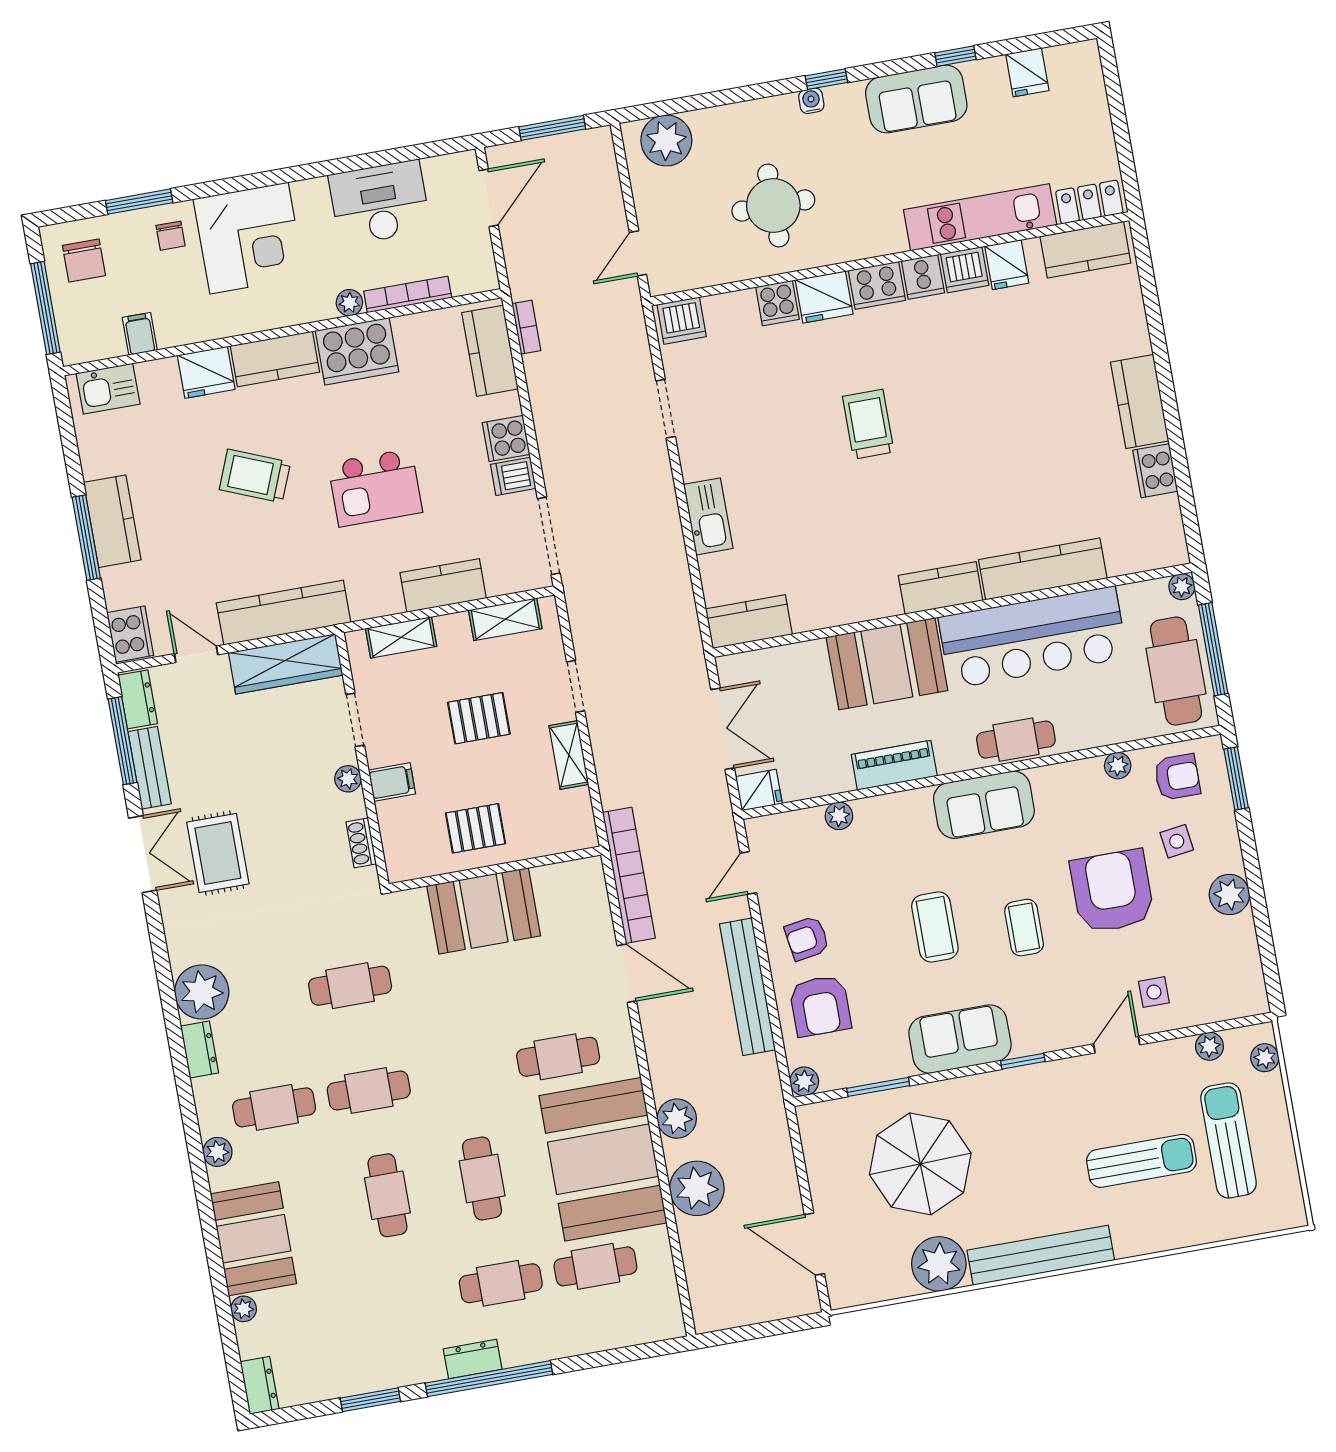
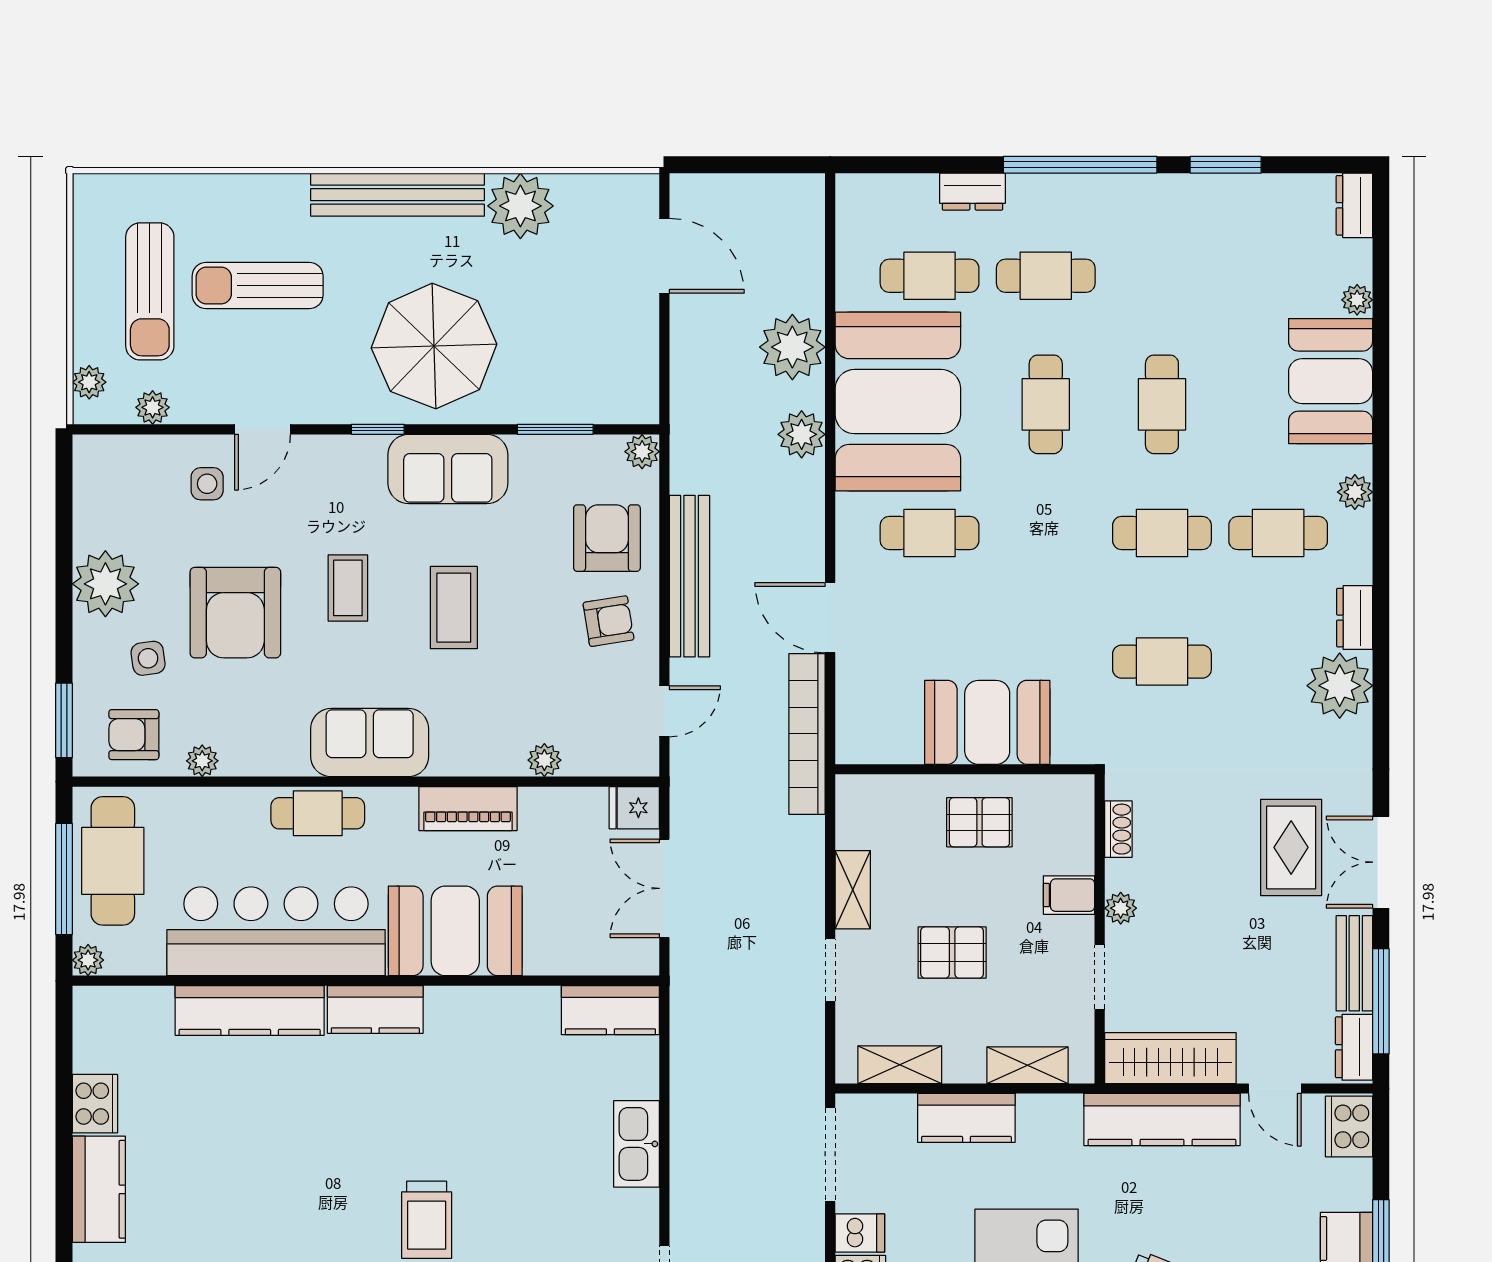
plant: (1229, 894) -> (105, 584), width x1.36, depth x1.36
parasol: (920, 1164) -> (434, 346), moved
dresser: (473, 1359) -> (972, 192), moved

